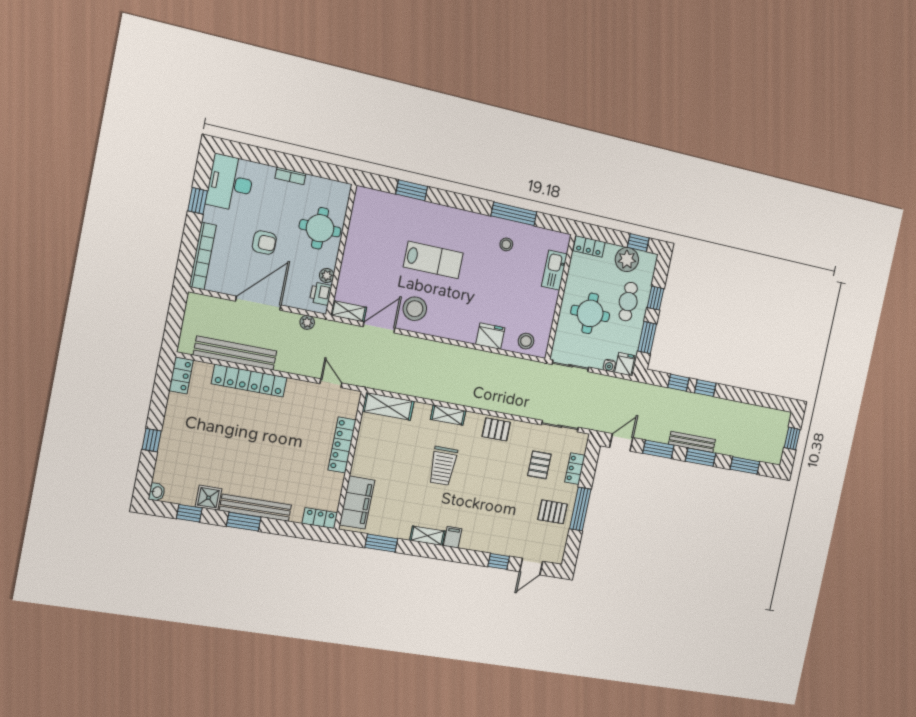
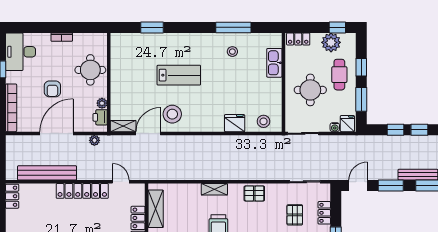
armchair: (264, 243) -> (52, 89), turned 90
locker: (249, 381) -> (82, 191), moved
shelving: (388, 406) -> (156, 209), moved, turned 90

